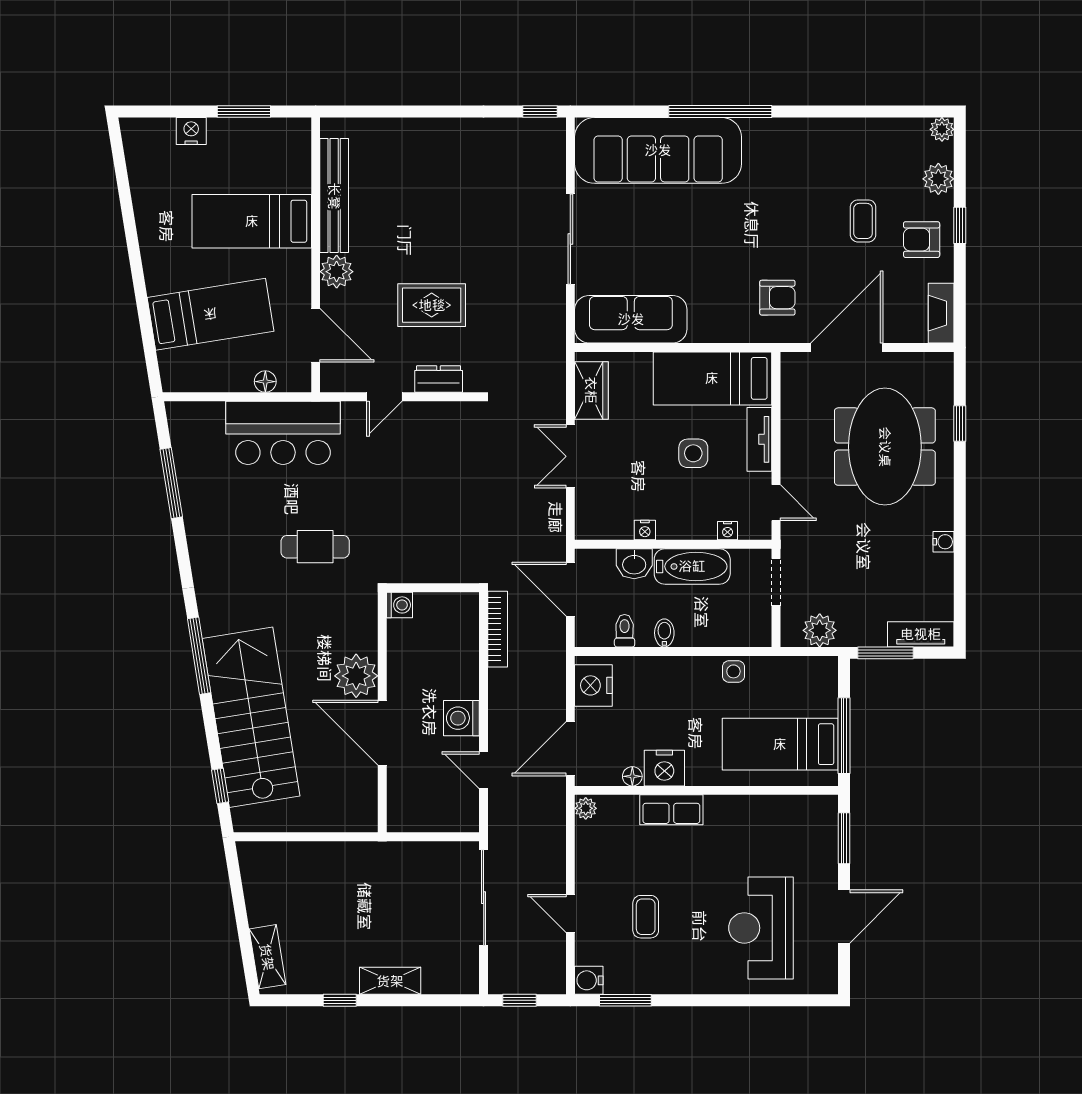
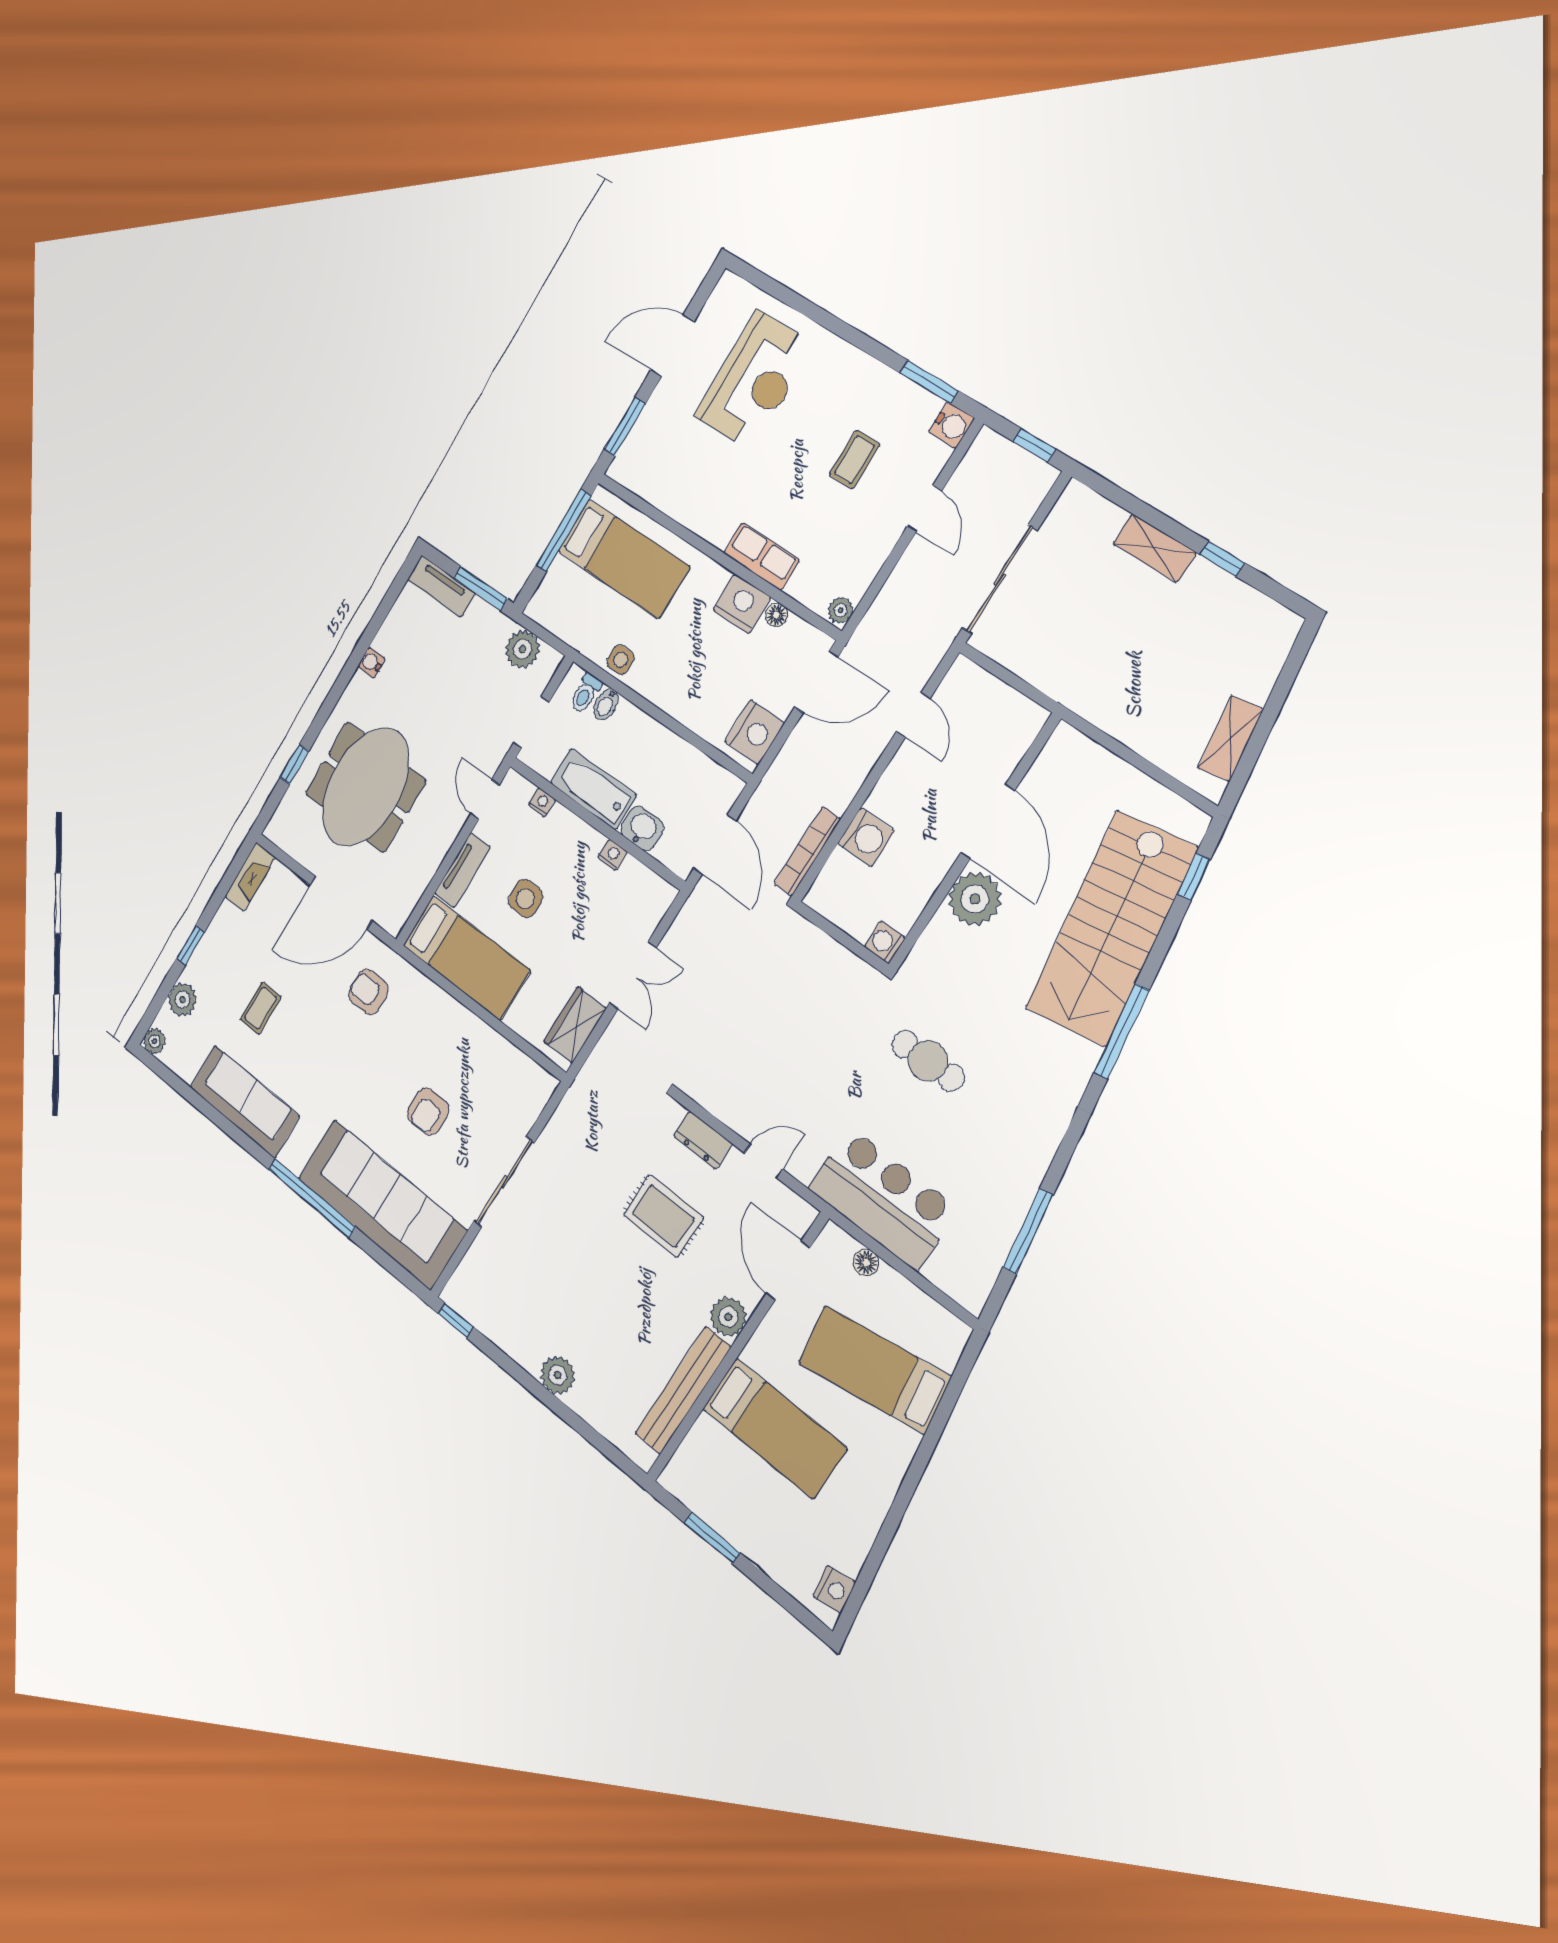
nightstand: (191, 131) -> (834, 1589), moved, turned -99
plant: (434, 134) -> (558, 1375), added
armchair: (922, 240) -> (428, 1112), moved, turned 90
sofa: (631, 319) -> (245, 1102), moved, turned 180
toilet: (625, 631) -> (586, 693), moved
bidet: (664, 633) -> (606, 704), moved
washing machine: (461, 718) -> (866, 837), moved
shelving: (267, 957) -> (1230, 739), moved

